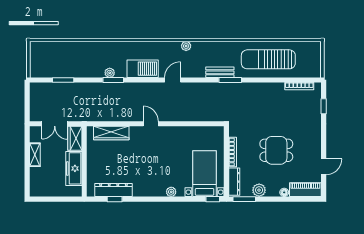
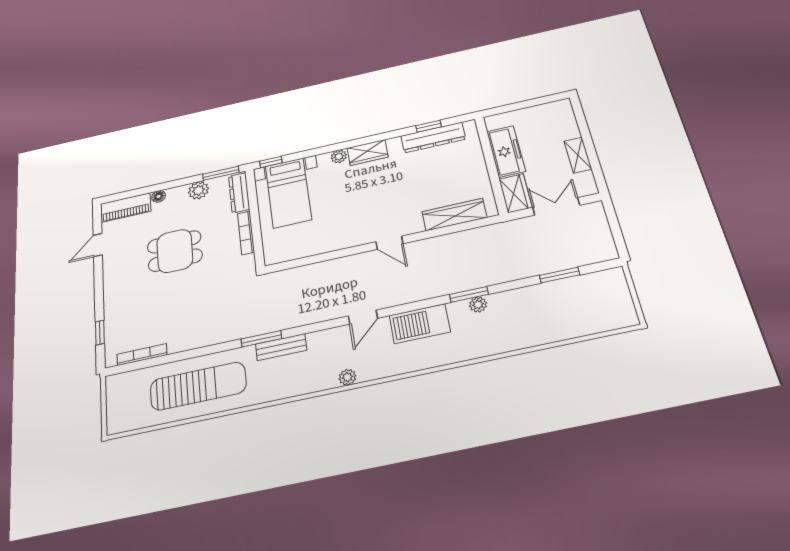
wardrobe: (154, 190) -> (368, 152), added

